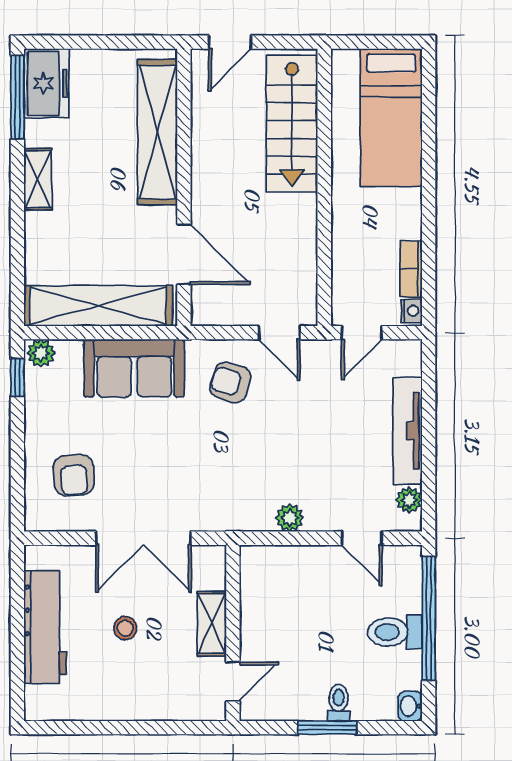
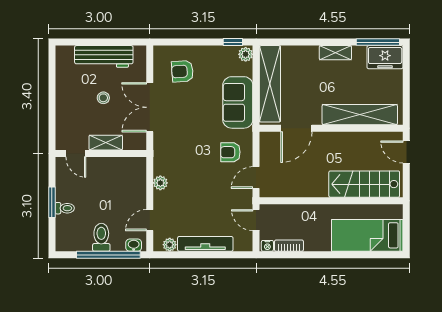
armchair: (230, 382) -> (230, 152), turned -107
washbasin: (410, 706) -> (134, 245), moved

